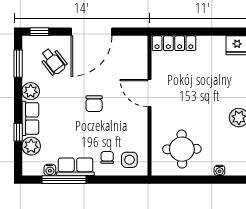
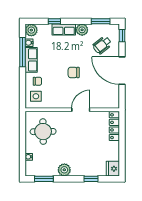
plant: (31, 146) -> (31, 30), moved

